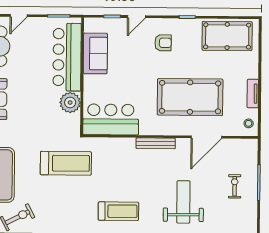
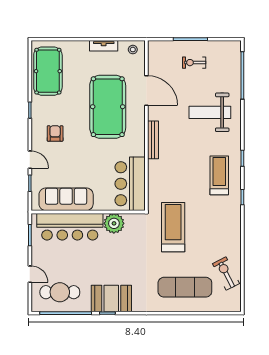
sofa: (95, 53) -> (66, 199), width x1.36

